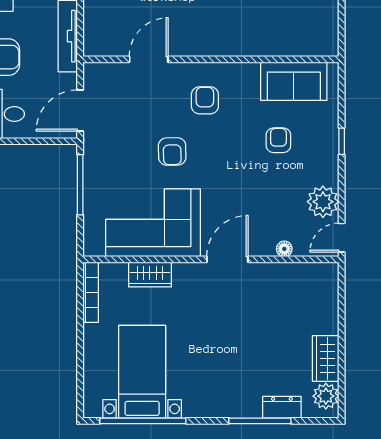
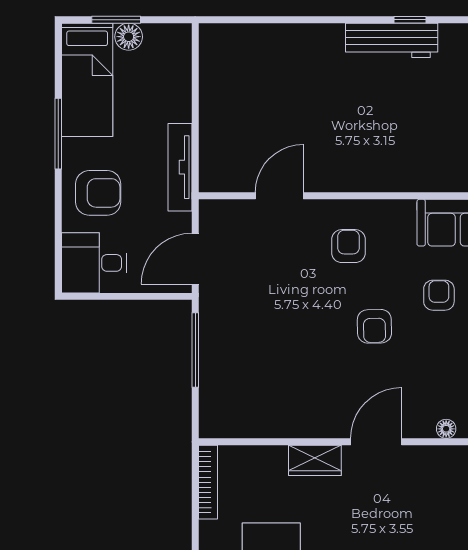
armchair: (172, 151) -> (374, 326), moved
corner sofa: (153, 223) -> (285, 397), removed
wardrobe: (150, 275) -> (315, 460), moved

